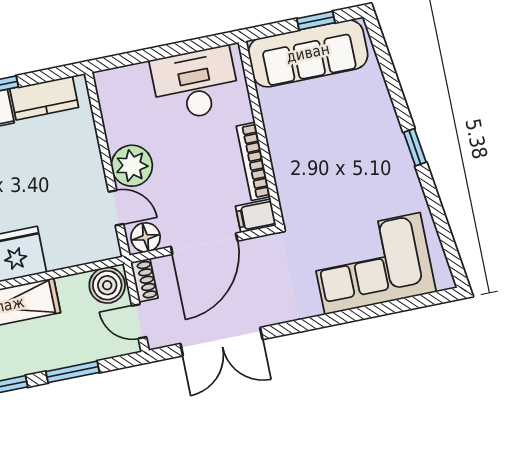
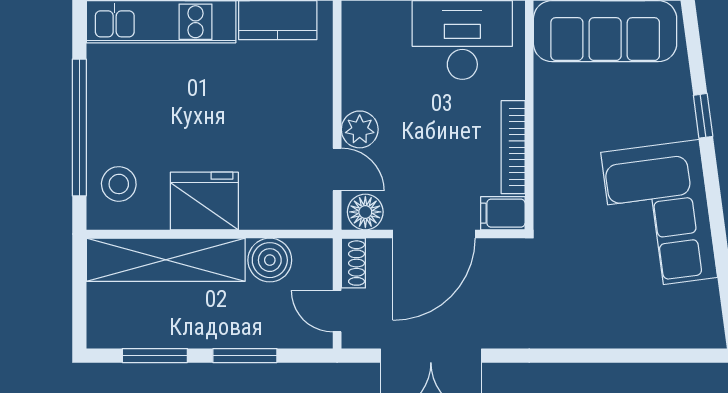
window: (415, 147) -> (703, 116), moved
plant: (132, 166) -> (360, 129), width x0.73, depth x0.73
corner sofa: (373, 264) -> (659, 215), moved, turned -98
boiler: (107, 285) -> (270, 260), moved

